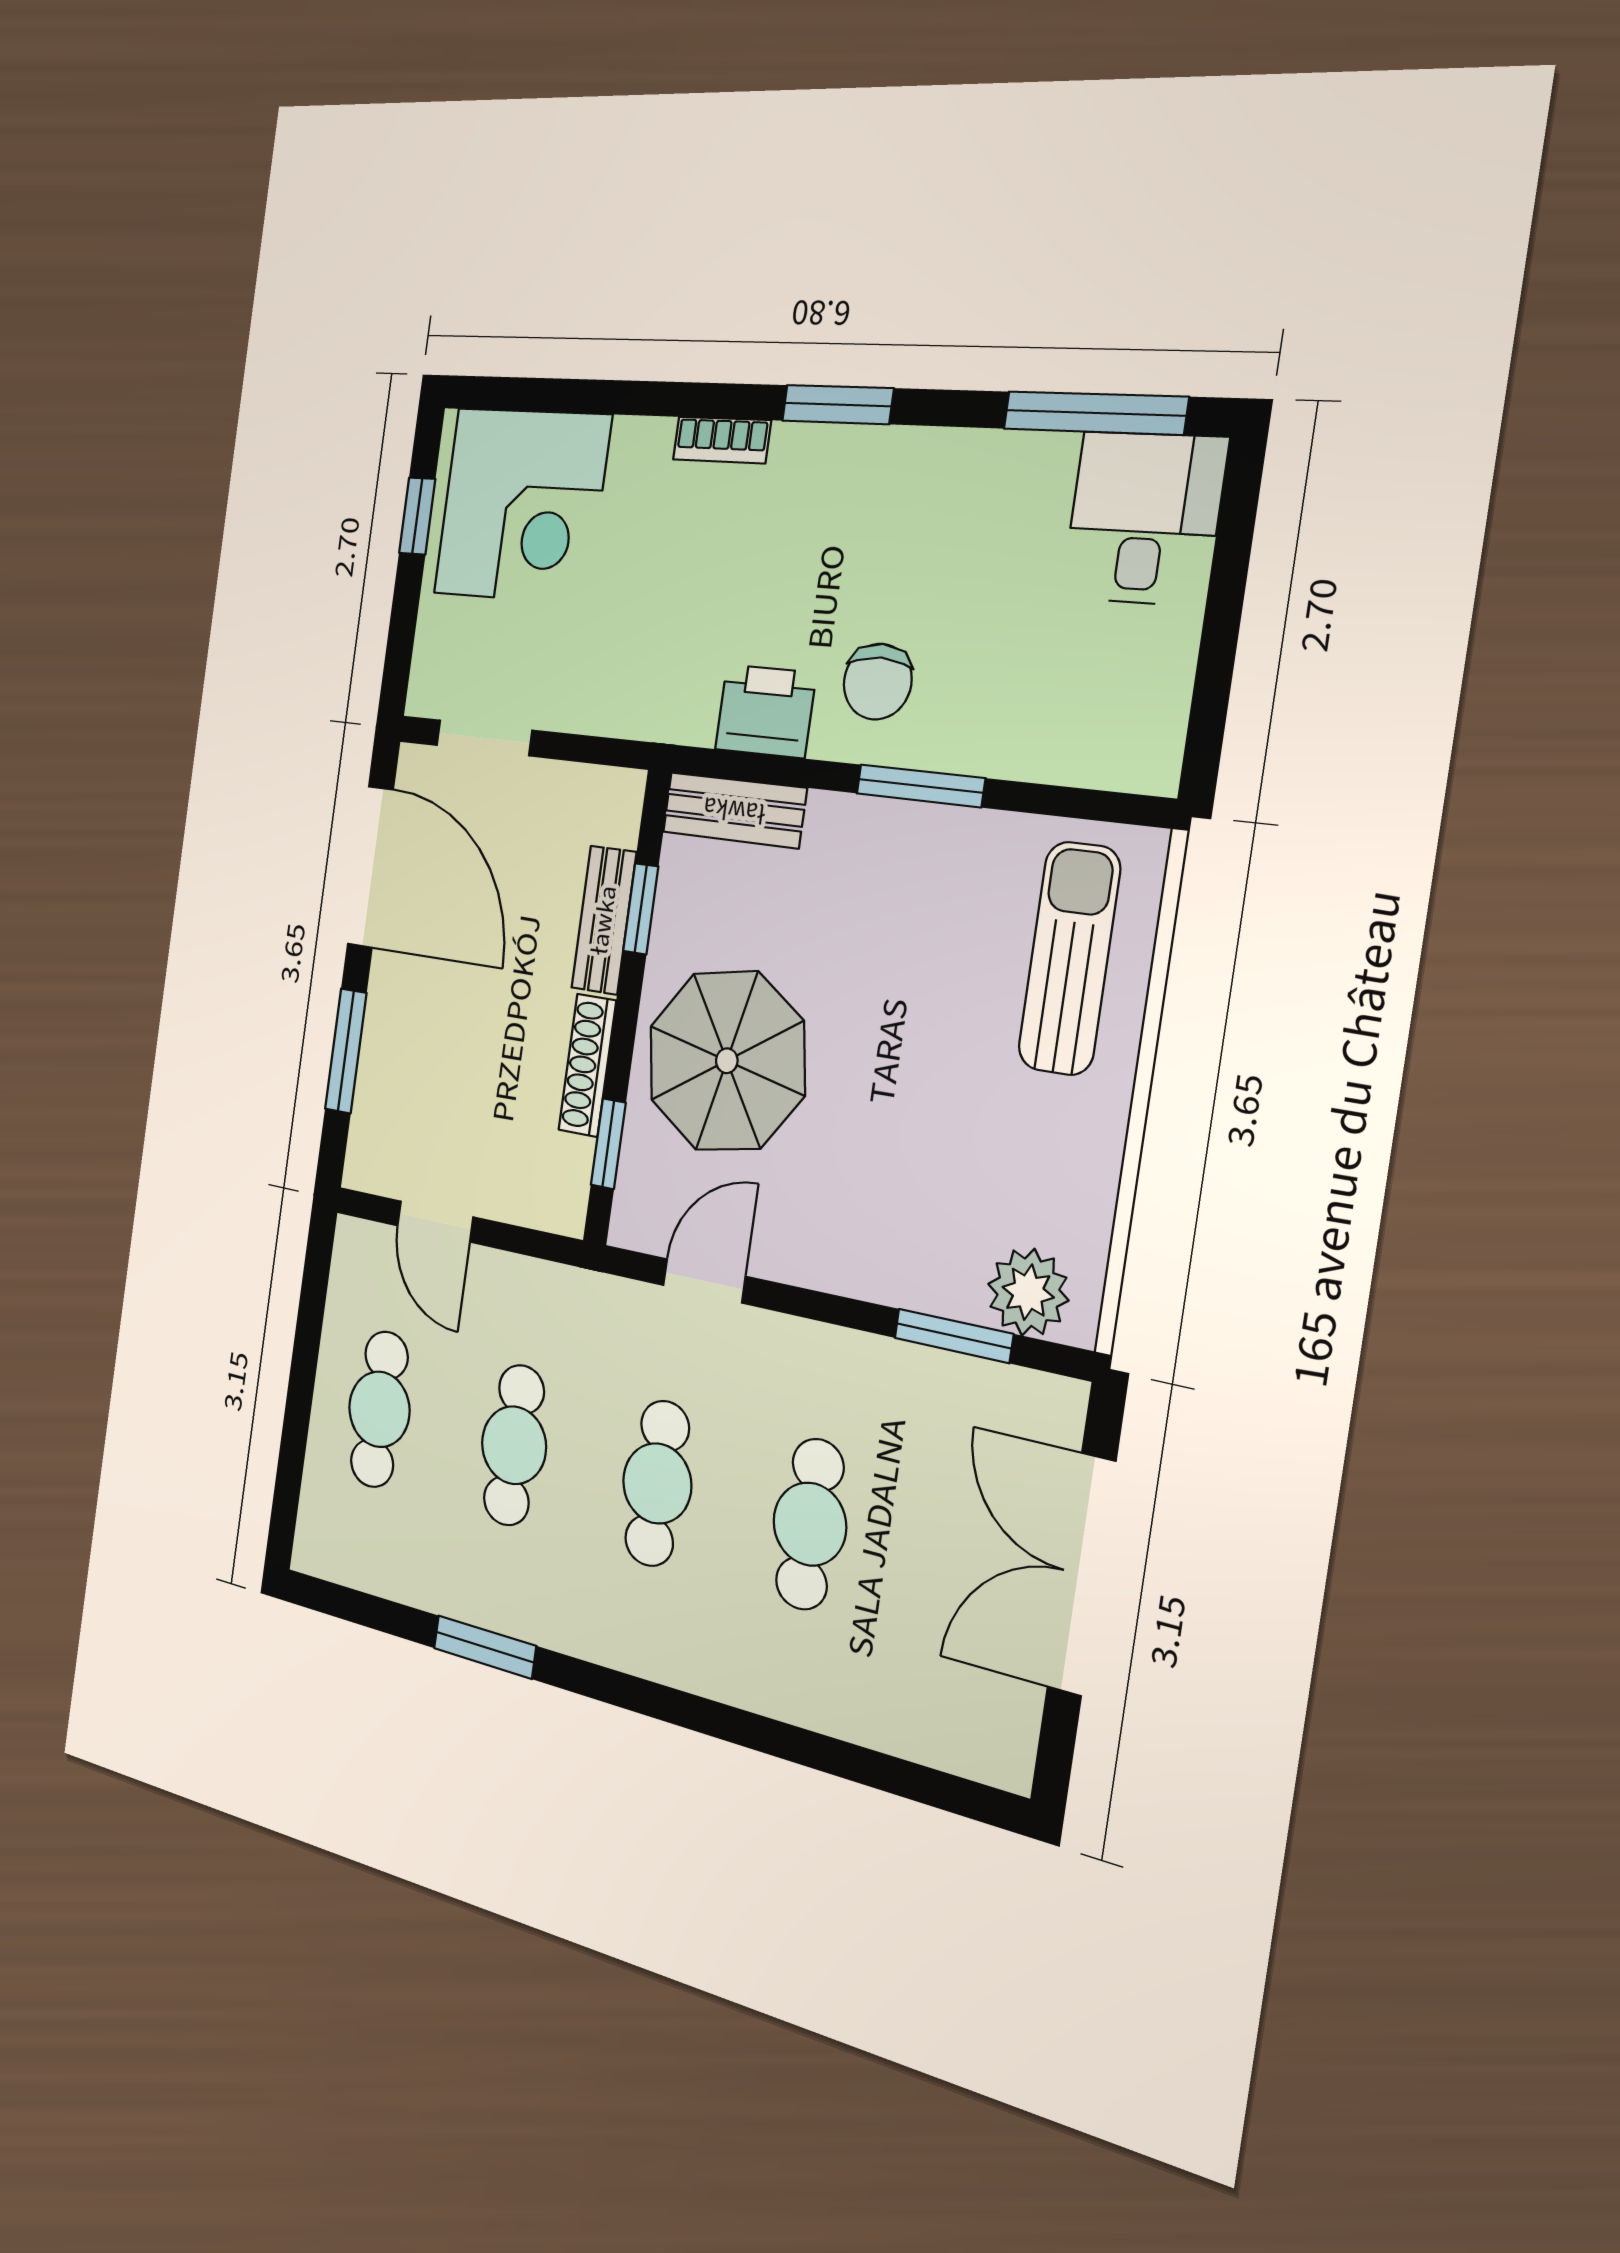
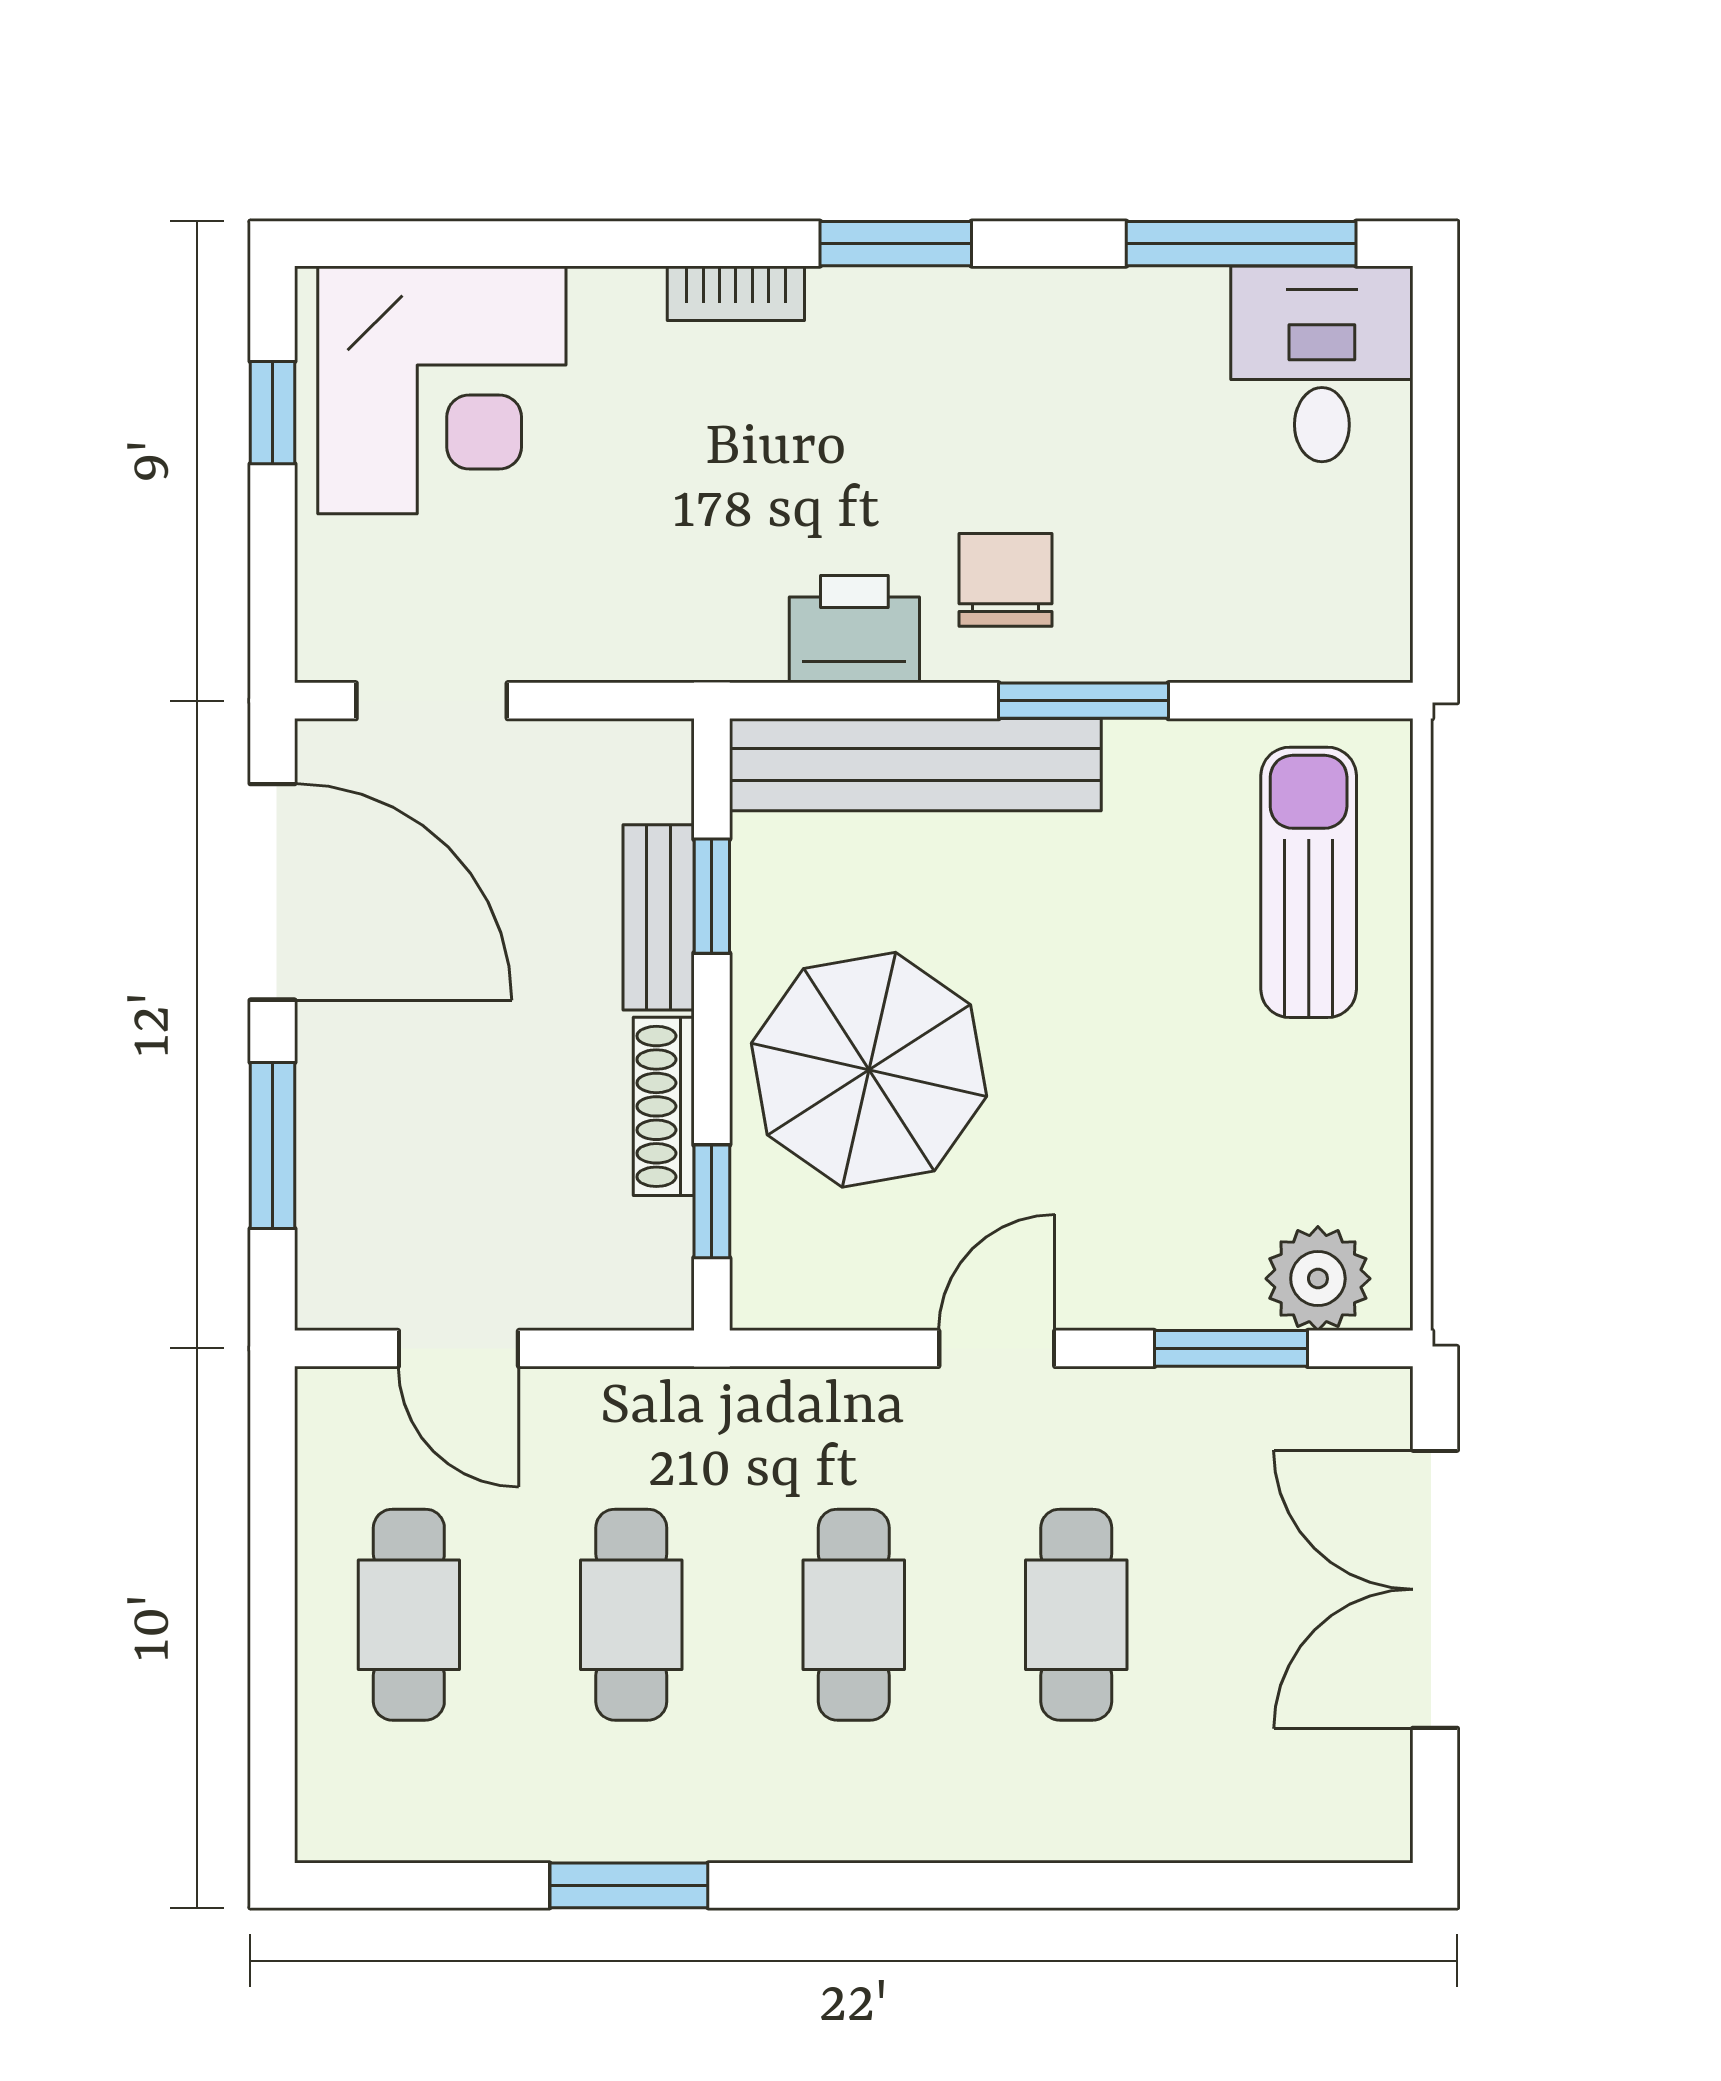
chair: (878, 682) -> (1005, 580), turned 180
bench: (734, 810) -> (915, 765), width x1.86, depth x1.21
door: (704, 1281) -> (997, 1348), moved

